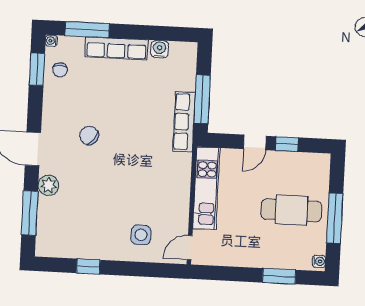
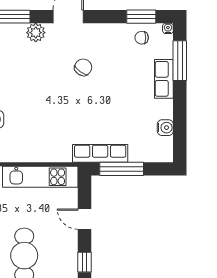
row of seats: (116, 48) -> (164, 79), width x0.68
window: (287, 144) -> (84, 262), moved

